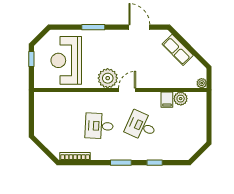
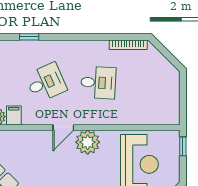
window: (31, 59) -> (183, 146), moved
desk: (141, 126) -> (46, 83), turned -48
window: (121, 163) -> (71, 37), removed

